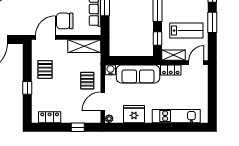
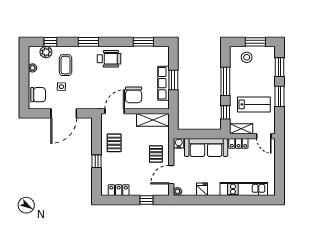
chair: (65, 21) -> (134, 95), turned -90
door: (196, 63) -> (264, 136), swing flipped
fridge: (134, 114) -> (202, 189), width x0.53, depth x0.75

